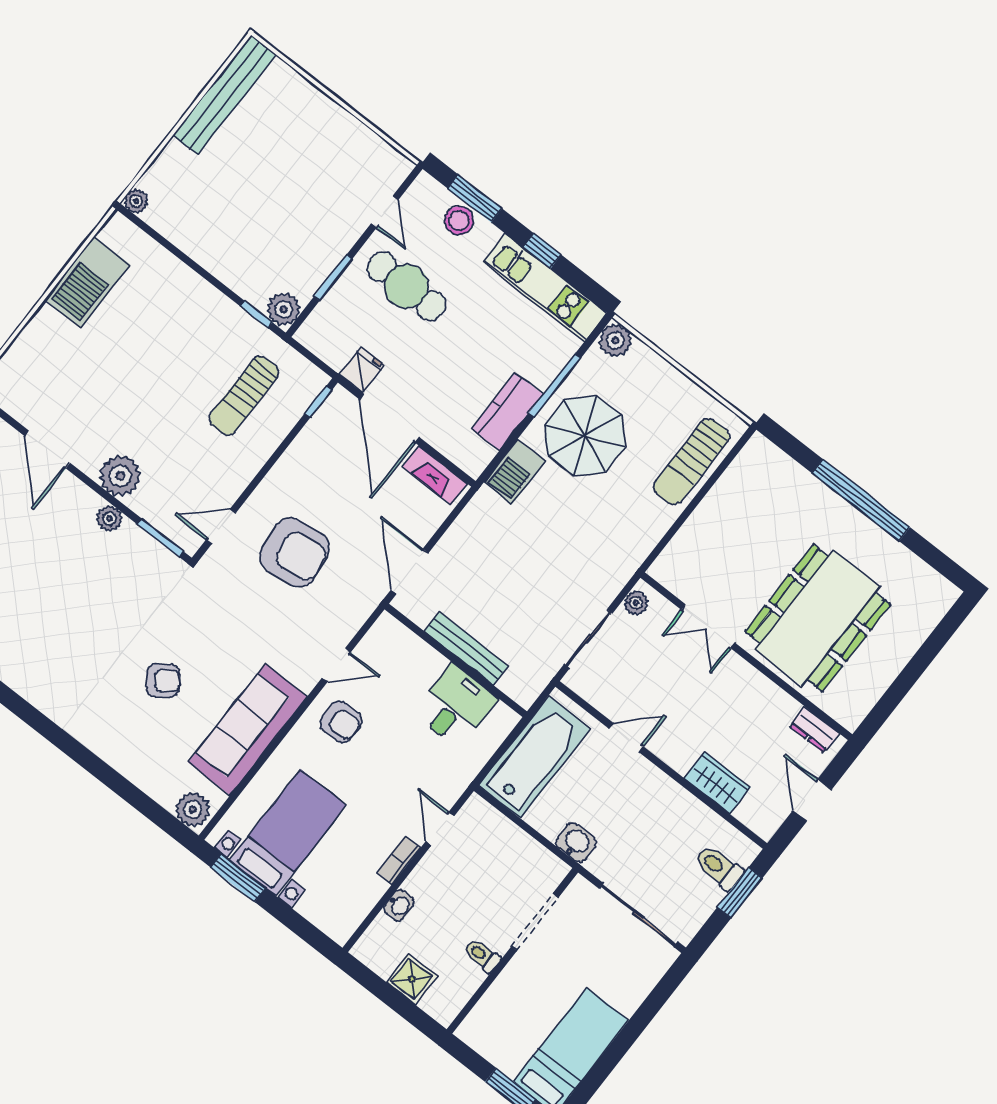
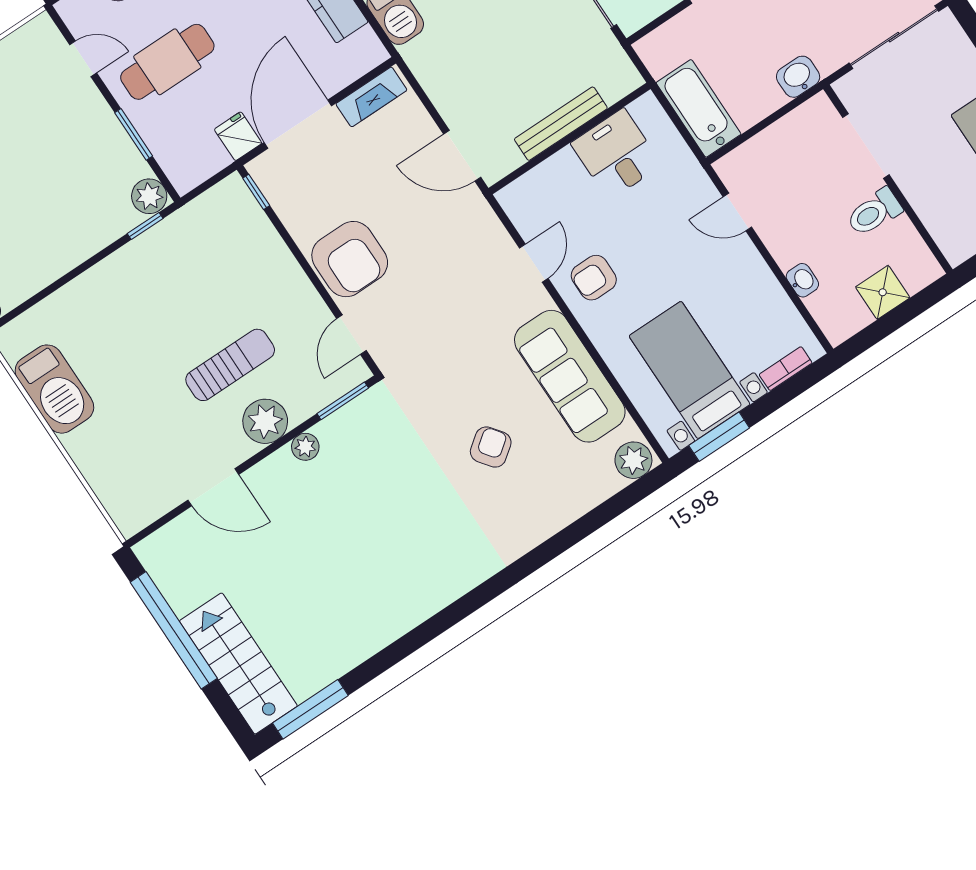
sun lounger: (244, 396) -> (230, 365), moved, turned -90
door: (390, 418) -> (298, 124), swing flipped
armchair: (295, 552) -> (350, 259), moved, turned 98
armchair: (341, 722) -> (594, 278), turned 180
bathtub: (534, 757) -> (699, 108), width x0.73, depth x0.73
bookcase: (399, 861) -> (786, 369), moved, turned 90
toilet: (482, 956) -> (874, 212), width x1.37, depth x1.39

